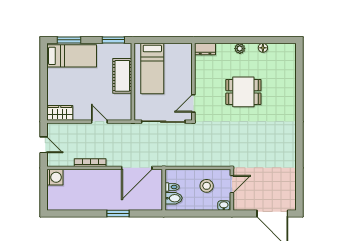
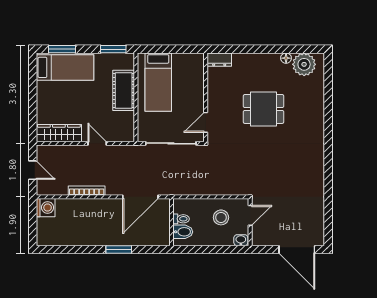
plant: (240, 49) -> (304, 64), moved, width x1.88, depth x1.88
wardrobe: (60, 113) -> (59, 133), width x1.50

